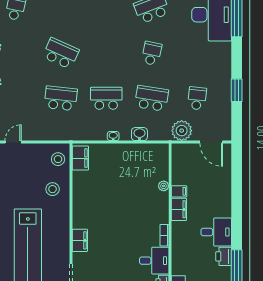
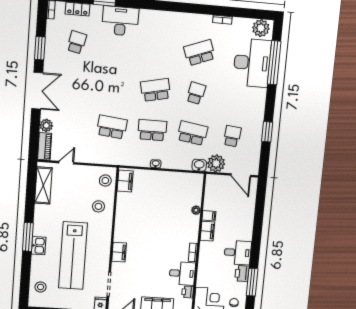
school desk: (61, 53) -> (156, 90), moved, turned -36
washbasin: (139, 134) -> (199, 165), moved

